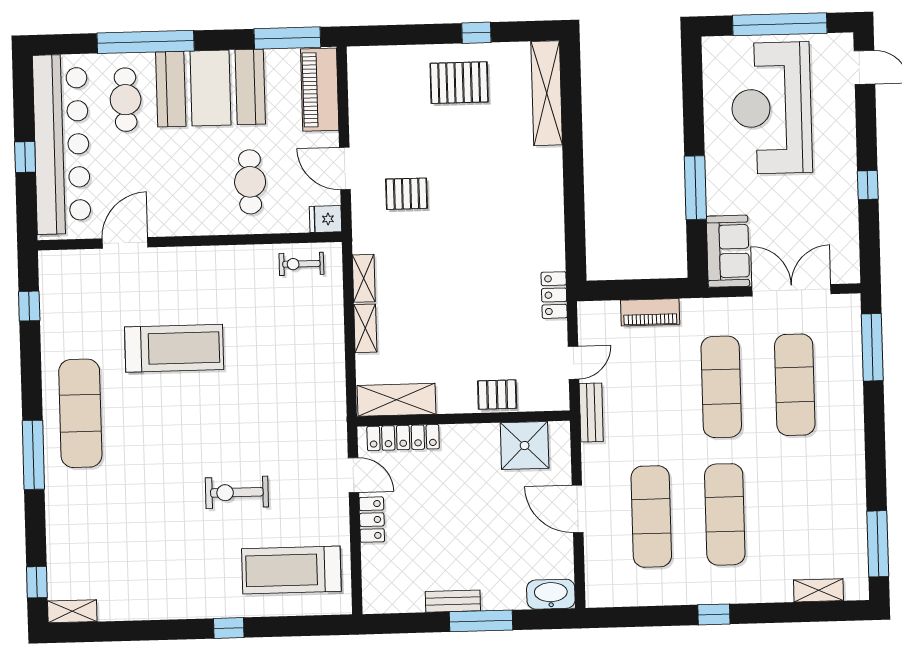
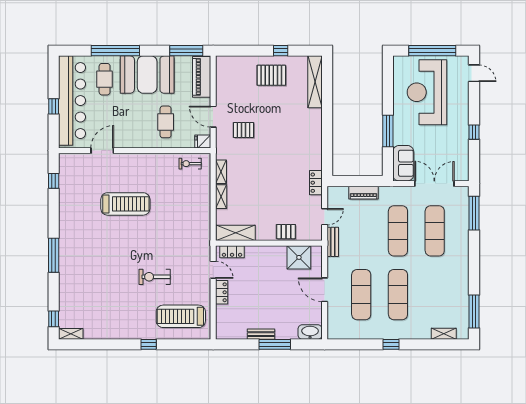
exercise mat: (80, 413) -> (78, 235), removed
locker: (403, 438) -> (232, 252), width x0.66

